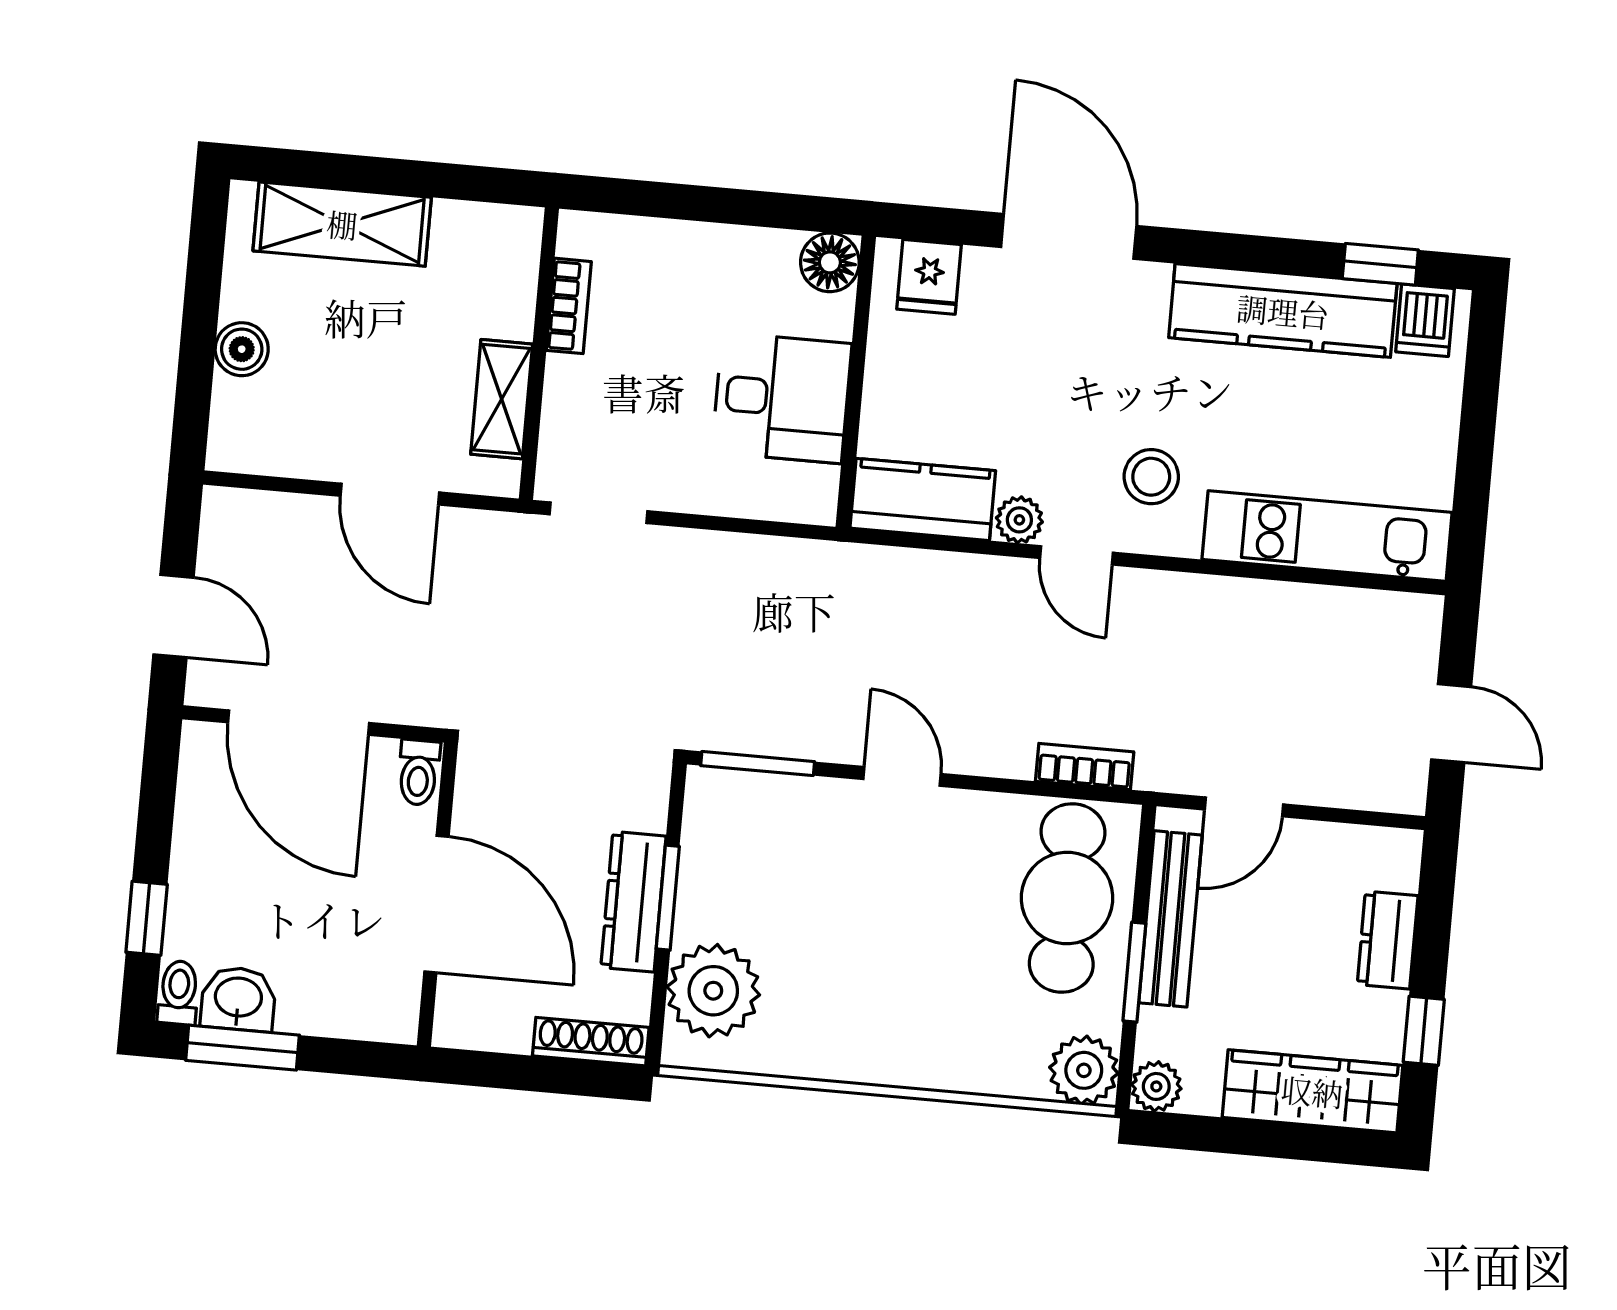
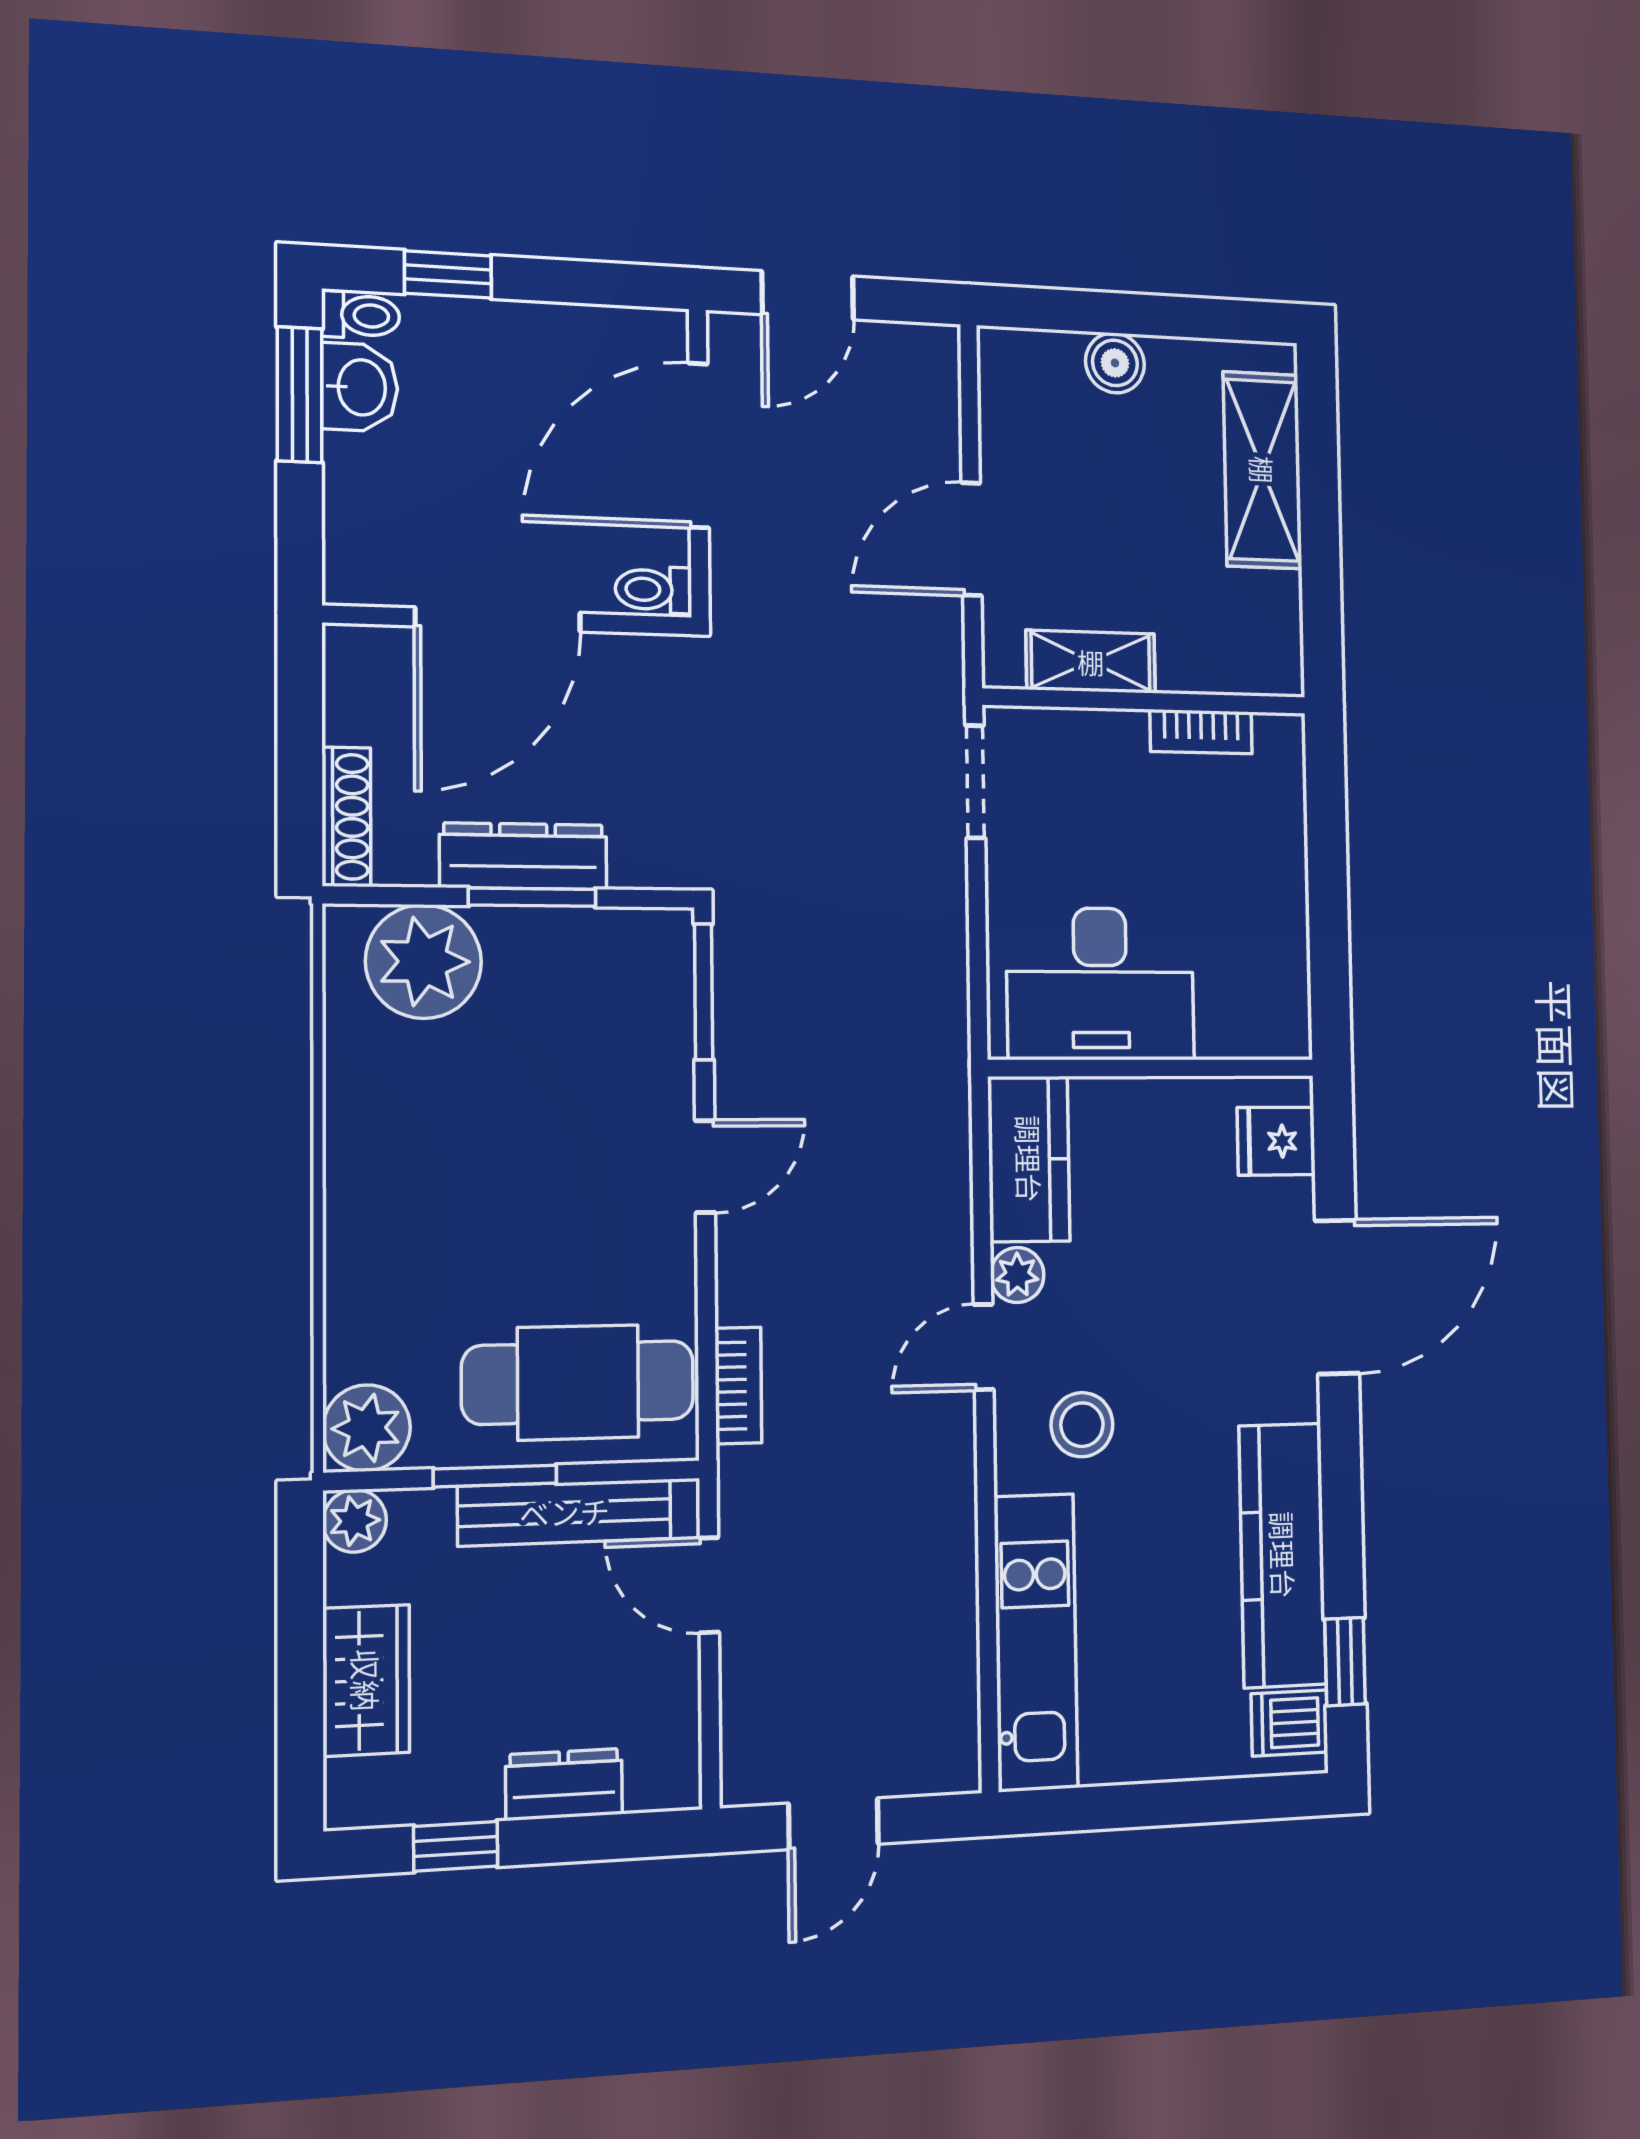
floor lamp: (830, 262) -> (1280, 1026), removed
desk: (782, 398) -> (1100, 984), width x1.37
wardrobe: (1312, 1091) -> (366, 1680), width x0.67

